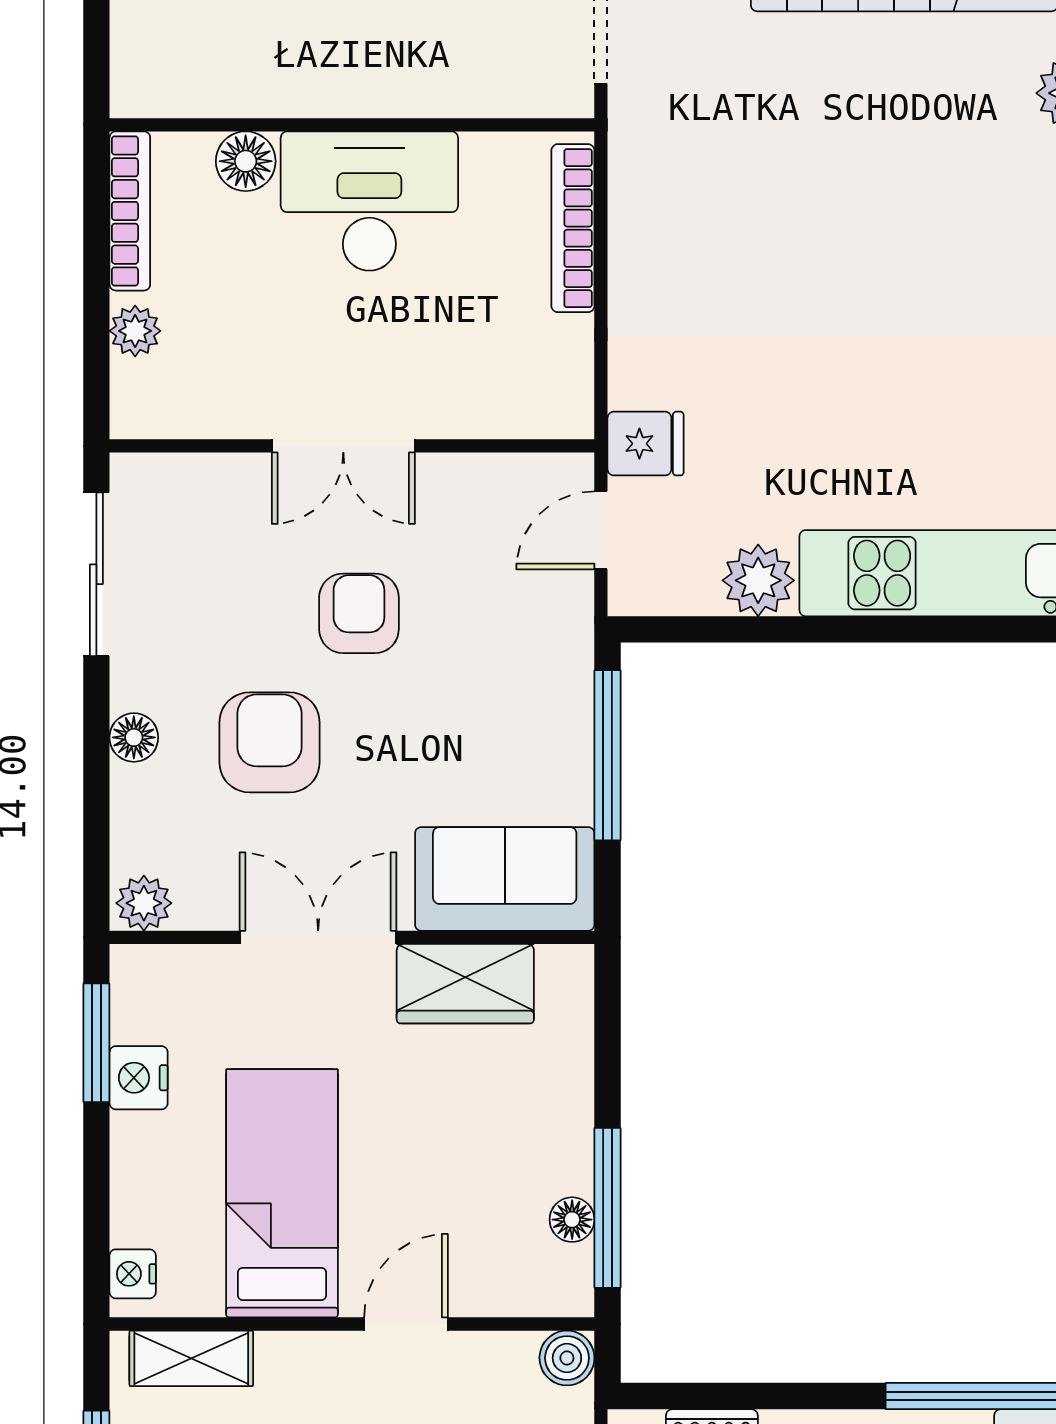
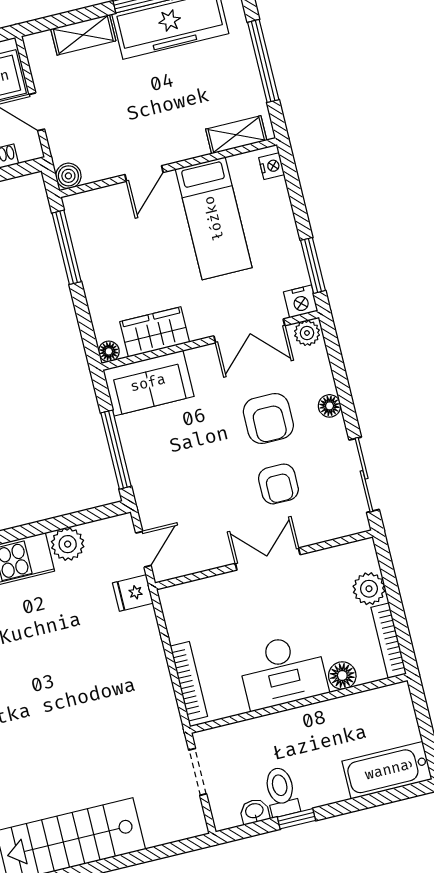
plant: (135, 331) -> (369, 589), width x1.38, depth x1.38
armchair: (359, 613) -> (278, 484), moved
double door: (318, 937) -> (249, 331), moved
nightstand: (139, 1078) -> (301, 301), moved, turned 90
floor lamp: (572, 1220) -> (109, 351), moved

